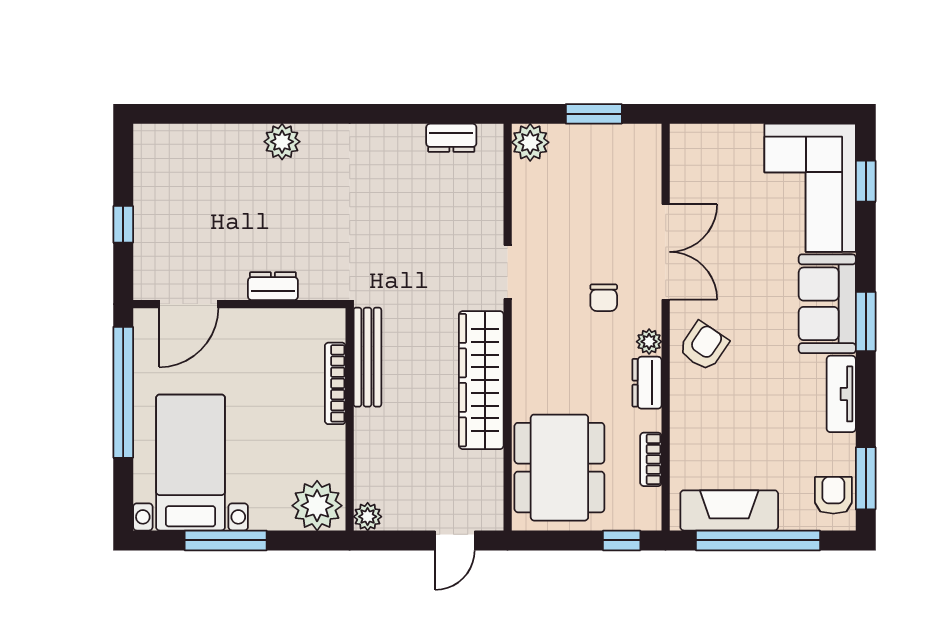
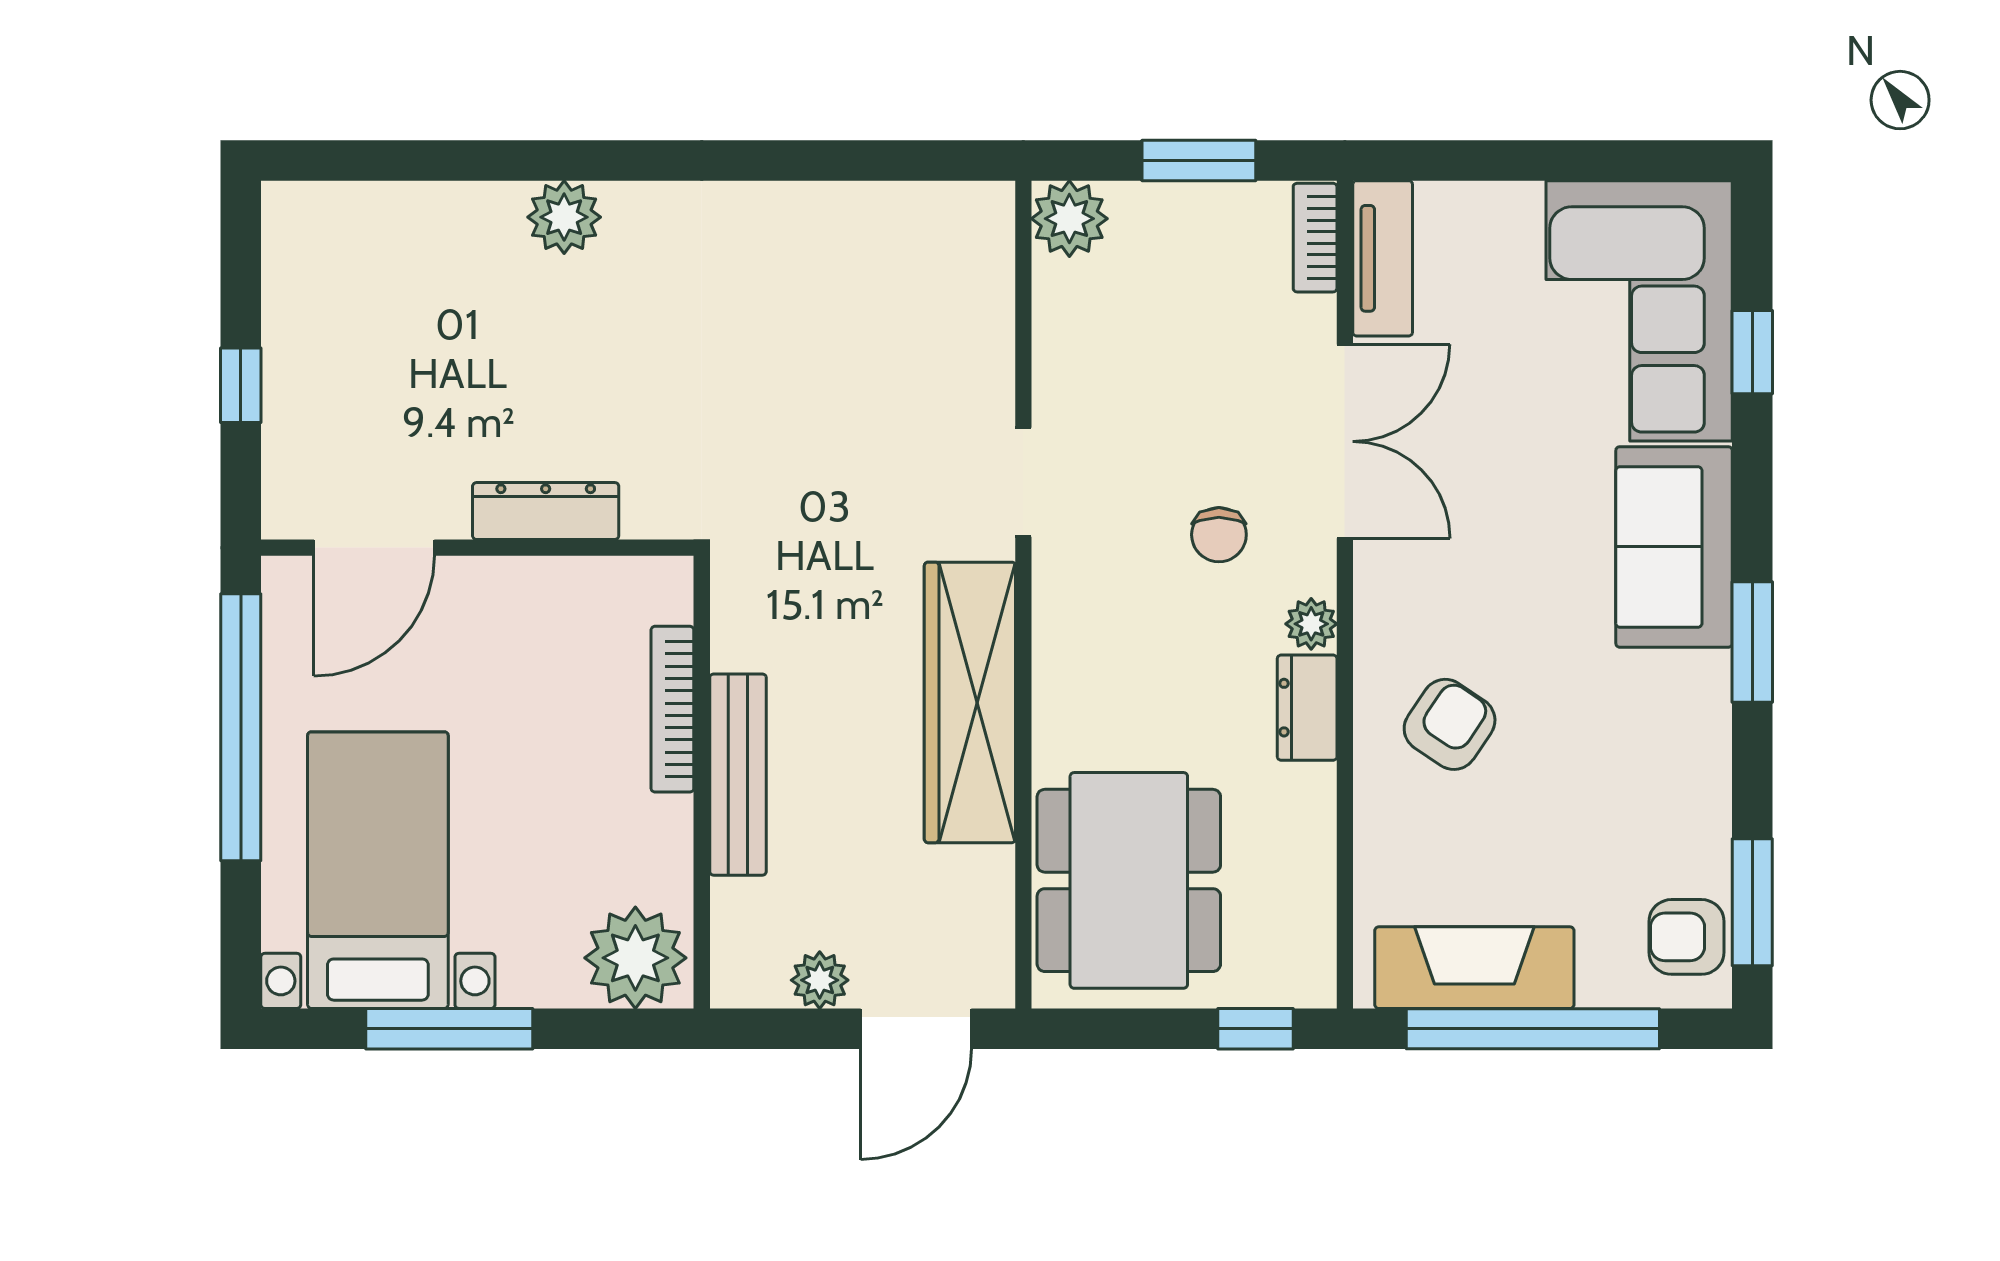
dresser: (451, 138) -> (909, 209), removed
window: (866, 181) -> (1752, 352), moved
dresser: (273, 286) -> (546, 511), width x1.44
window: (866, 322) -> (1752, 642), moved
armchair: (704, 346) -> (1450, 724), moved
bench: (367, 357) -> (738, 775), moved
tv unit: (841, 394) -> (1383, 258), moved, turned 180
bookcase: (651, 459) -> (1315, 238), moved
armchair: (833, 495) -> (1686, 937), turned -90
plant: (368, 517) -> (820, 980), moved
door: (455, 540) -> (916, 1029), width x1.38

